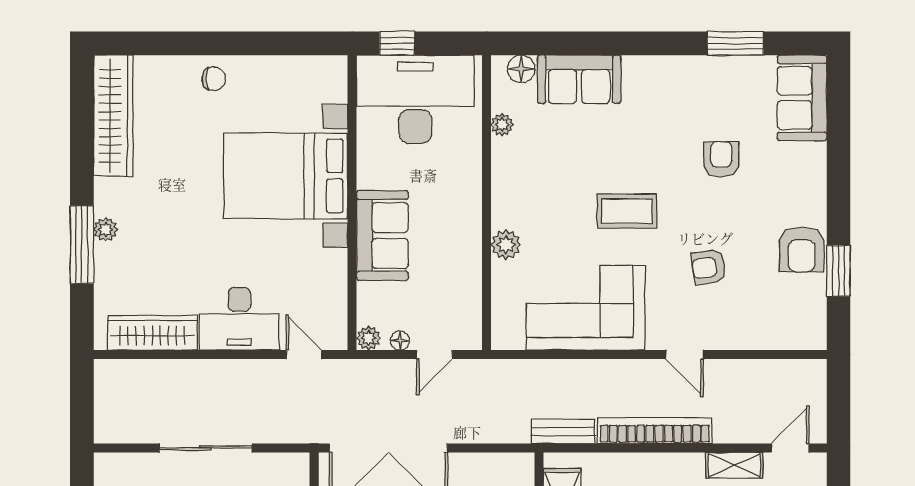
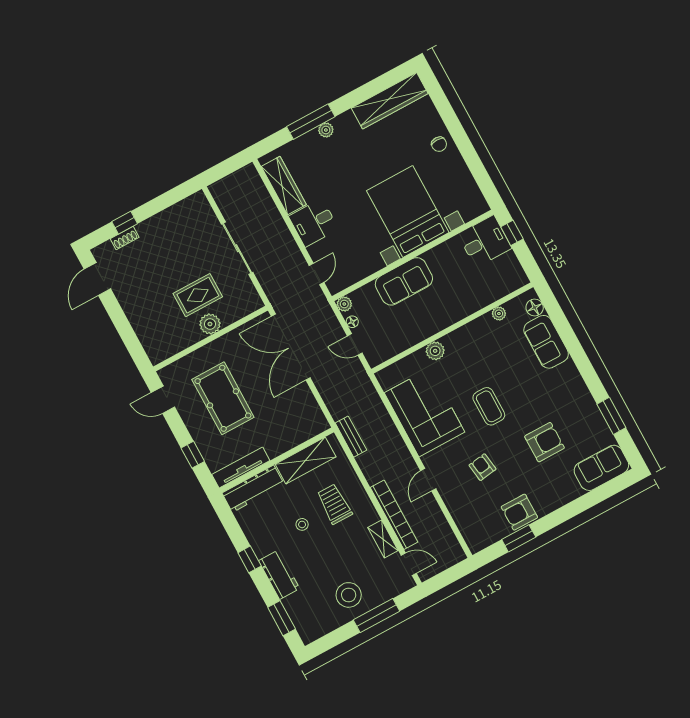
desk: (415, 99) -> (485, 241), width x0.53, depth x0.77
armchair: (721, 159) -> (544, 442), width x1.38, depth x1.38
desk: (239, 319) -> (314, 223), width x0.73
bookcase: (655, 431) -> (394, 515), moved

